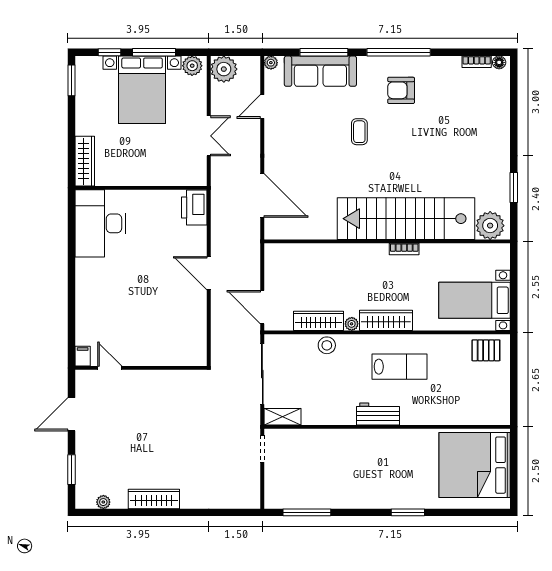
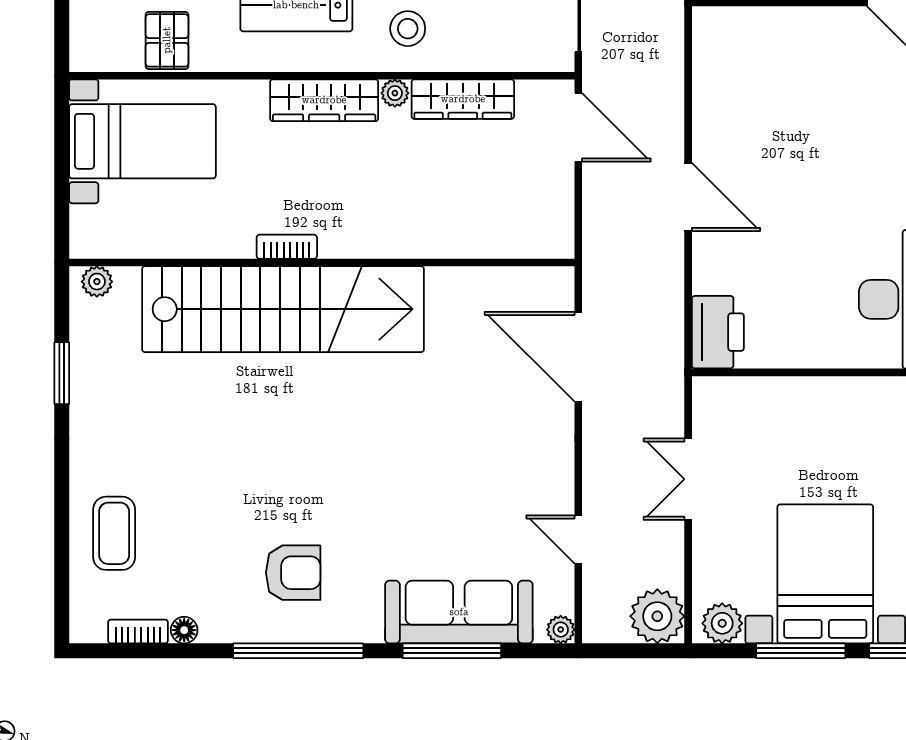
floor lamp: (499, 62) -> (184, 630), moved
door: (262, 107) -> (578, 539), swing flipped
coffee table: (359, 132) -> (114, 533), moved, width x1.36, depth x1.30
plant: (490, 226) -> (97, 282), width x0.53, depth x0.53
stool: (327, 345) -> (408, 29), moved
pallet: (486, 350) -> (167, 40), moved, turned 90

